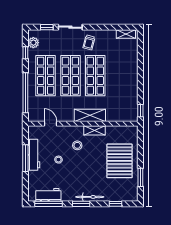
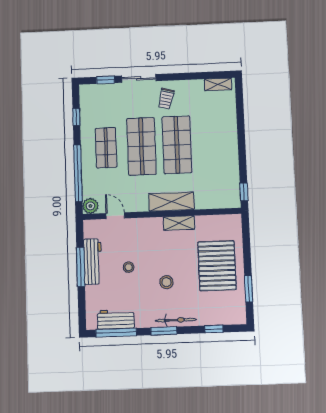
plant: (33, 43) -> (90, 206), moved
shop shelf: (46, 76) -> (106, 148), width x0.70, depth x0.74
stool: (77, 145) -> (166, 282), moved

